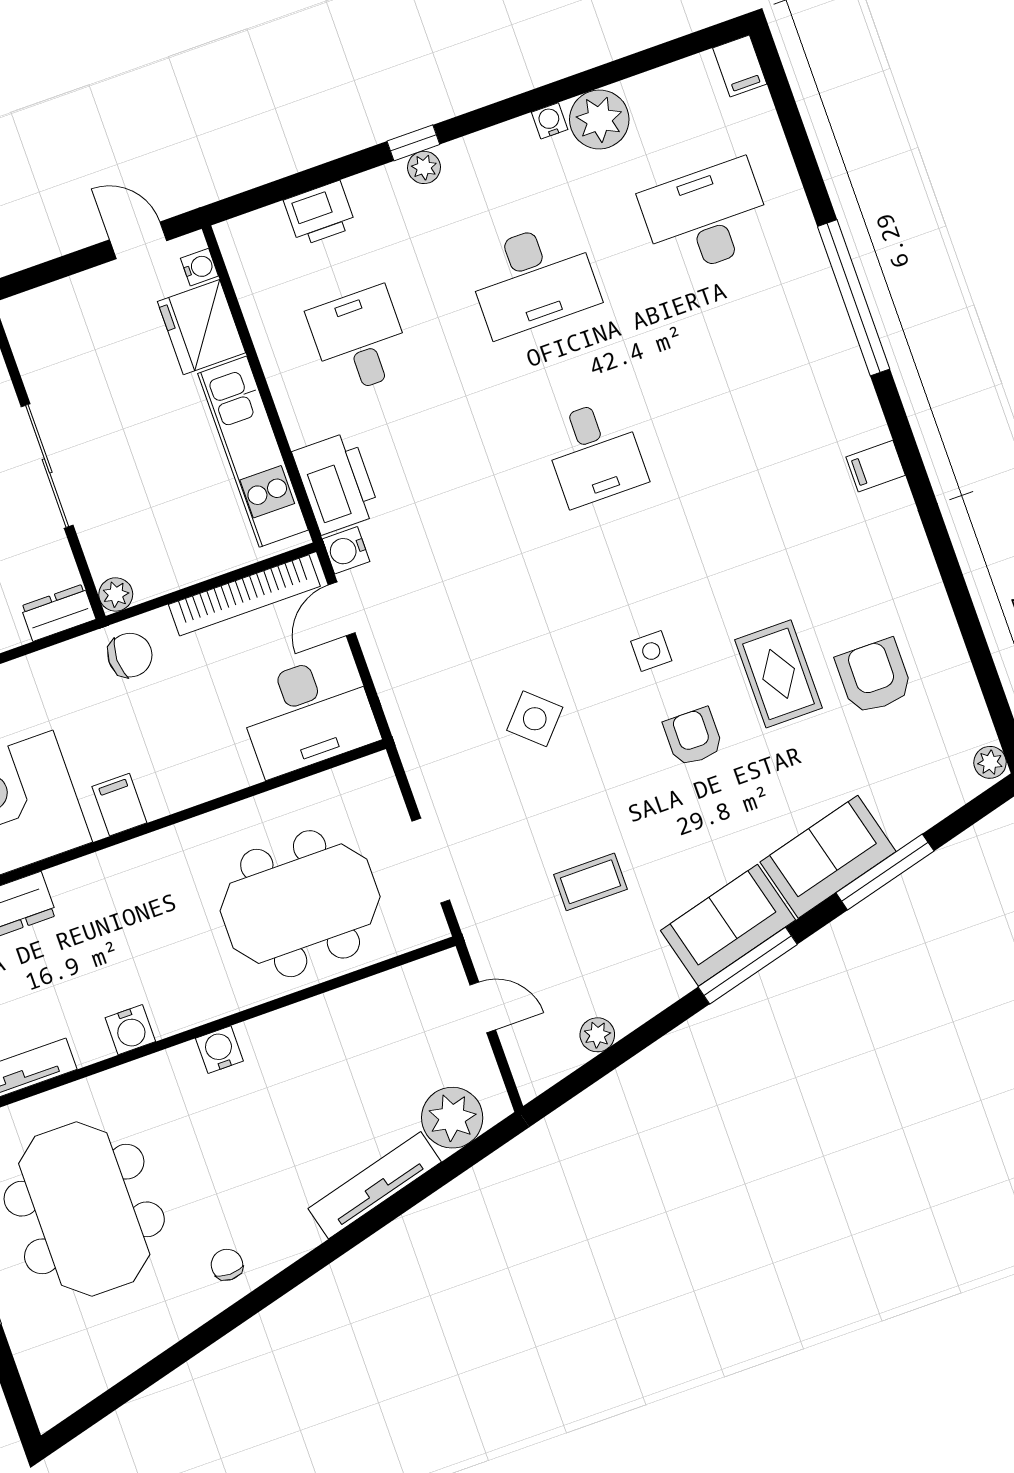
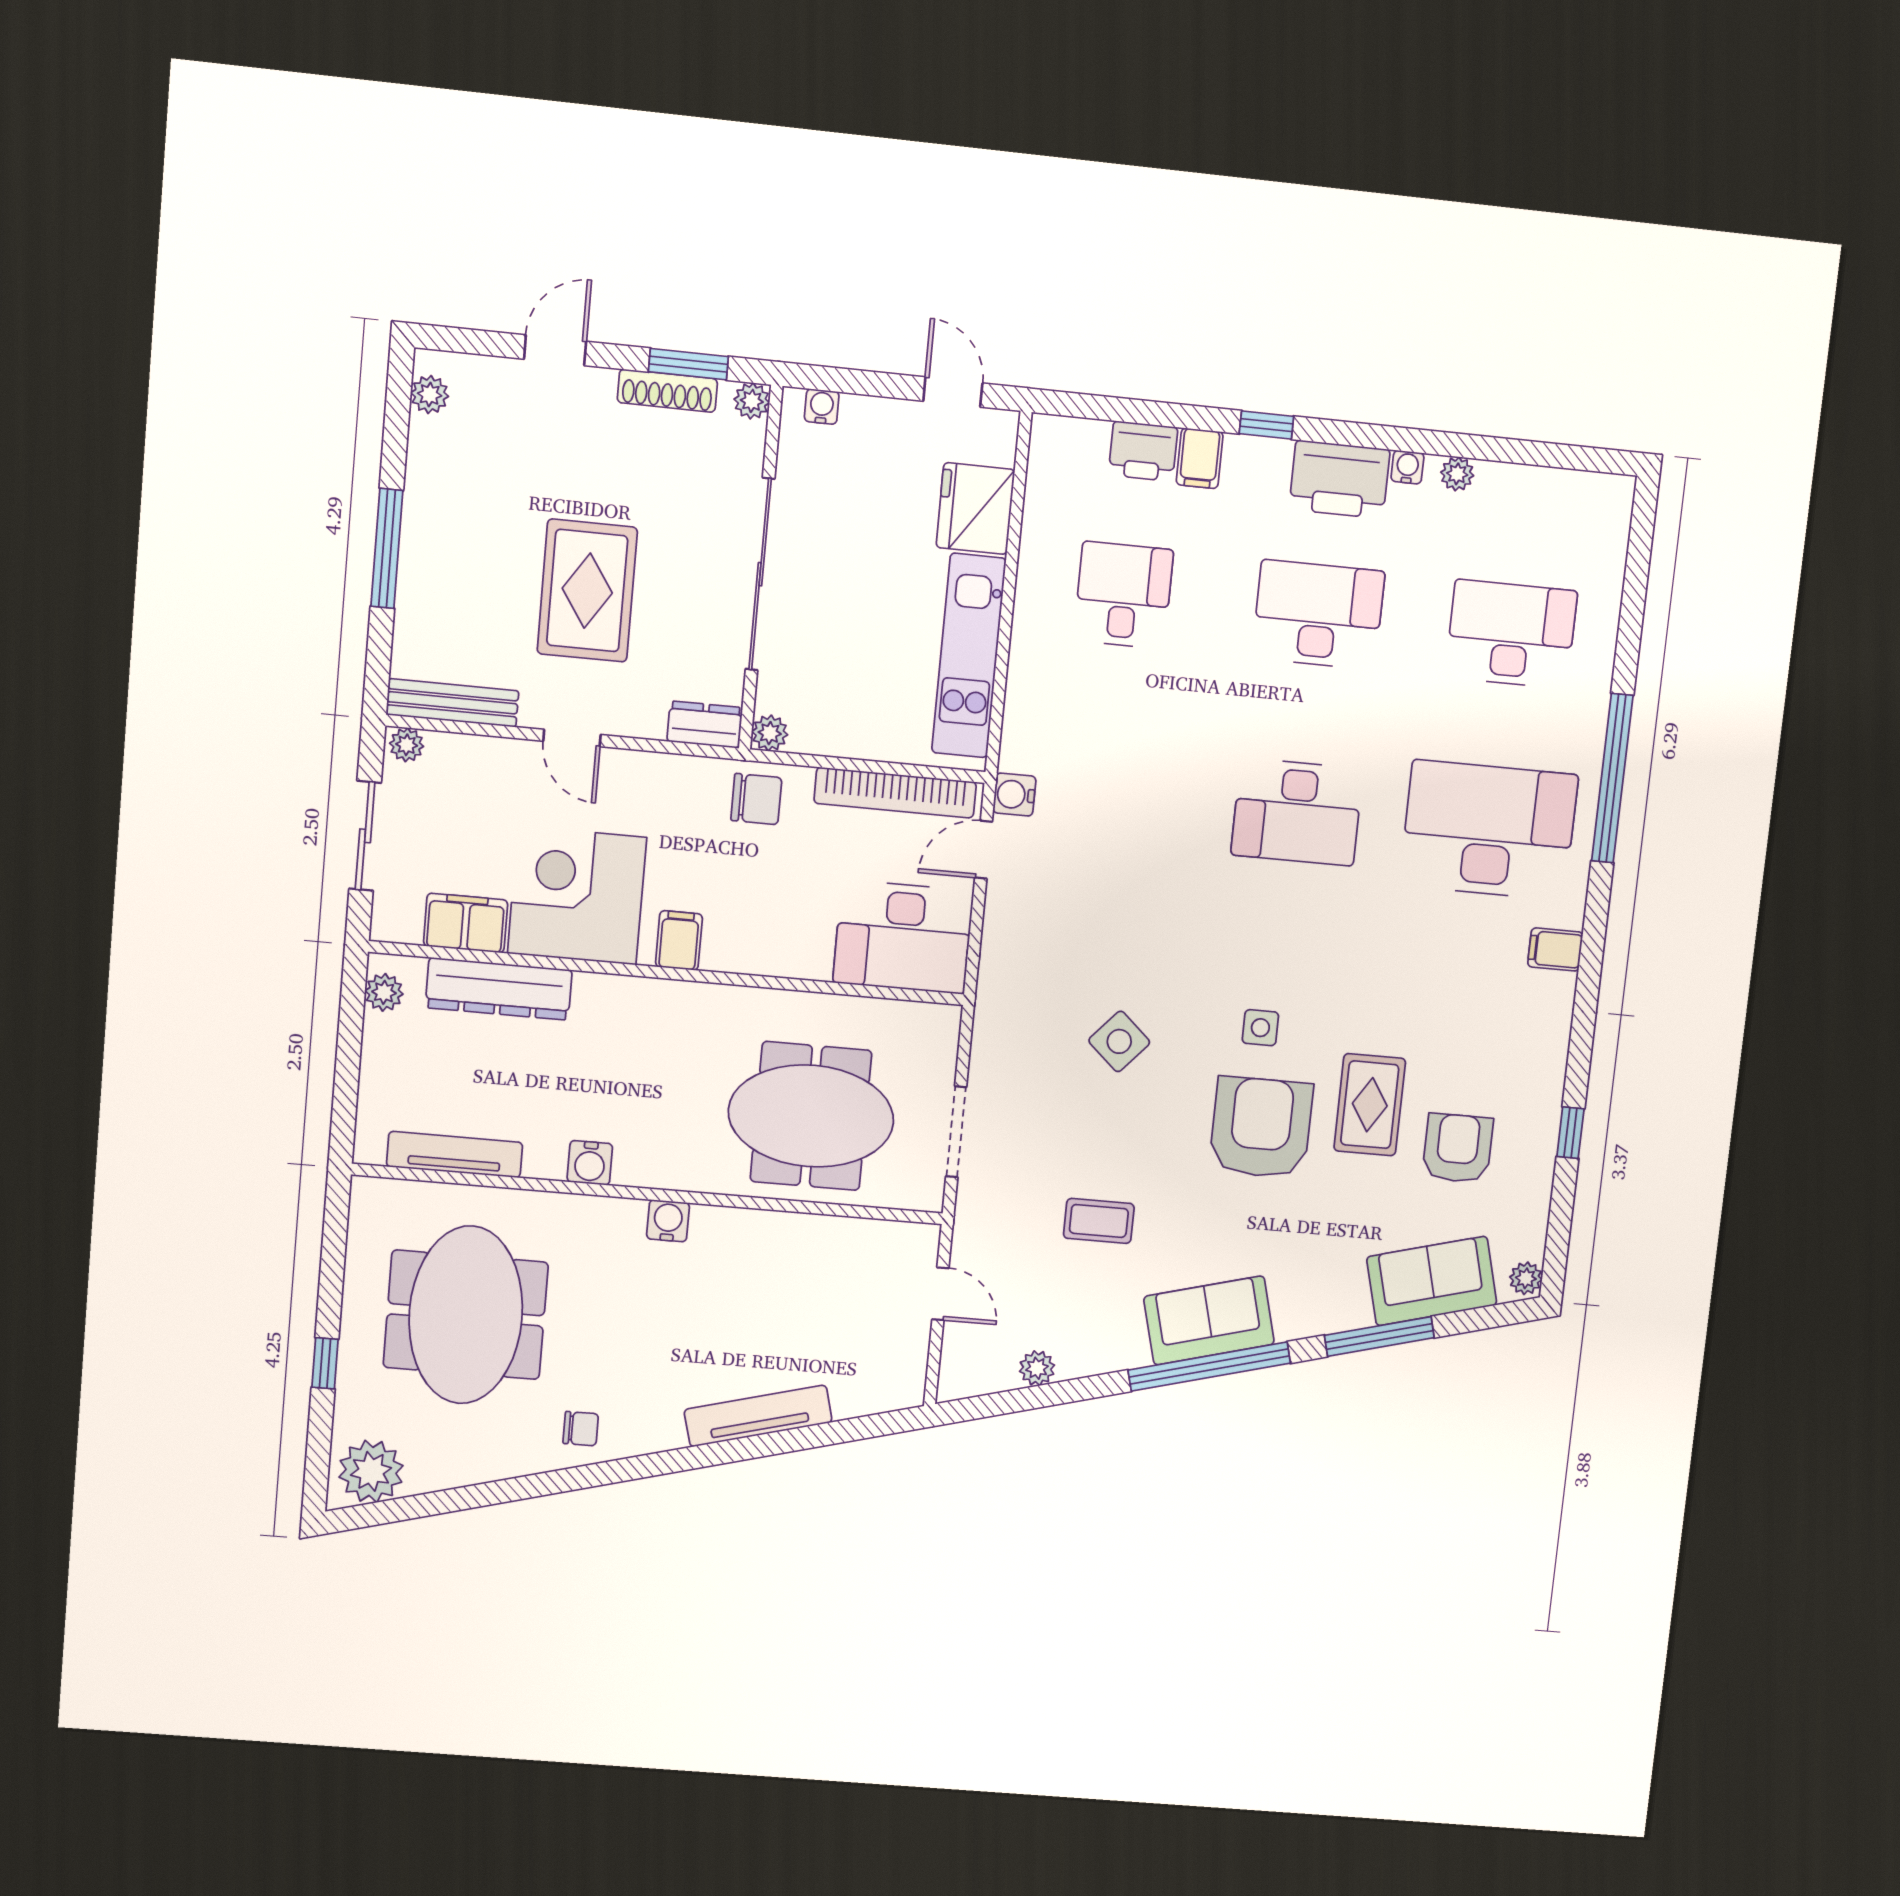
filing cabinet: (740, 66) -> (1200, 458), moved
plant: (599, 119) -> (1457, 474), width x0.53, depth x0.53
plant: (424, 167) -> (1265, 454), removed
water cooler: (199, 267) -> (822, 407), moved, turned -90
desk: (533, 279) -> (1318, 615), turned 180
desk: (768, 391) -> (1489, 830), added
desk: (595, 453) -> (1297, 812), width x1.37
sliding door: (47, 466) -> (760, 574), width x1.36
printer: (336, 483) -> (1340, 479), moved, turned 90
window: (967, 618) -> (1570, 1133), added
armchair: (693, 737) -> (1261, 1128), width x1.88, depth x1.88
sofa: (828, 857) -> (1432, 1281), moved
window: (748, 966) -> (1209, 1367), width x1.46
plant: (452, 1118) -> (371, 1471), moved
chair: (227, 1265) -> (581, 1429), turned 90

